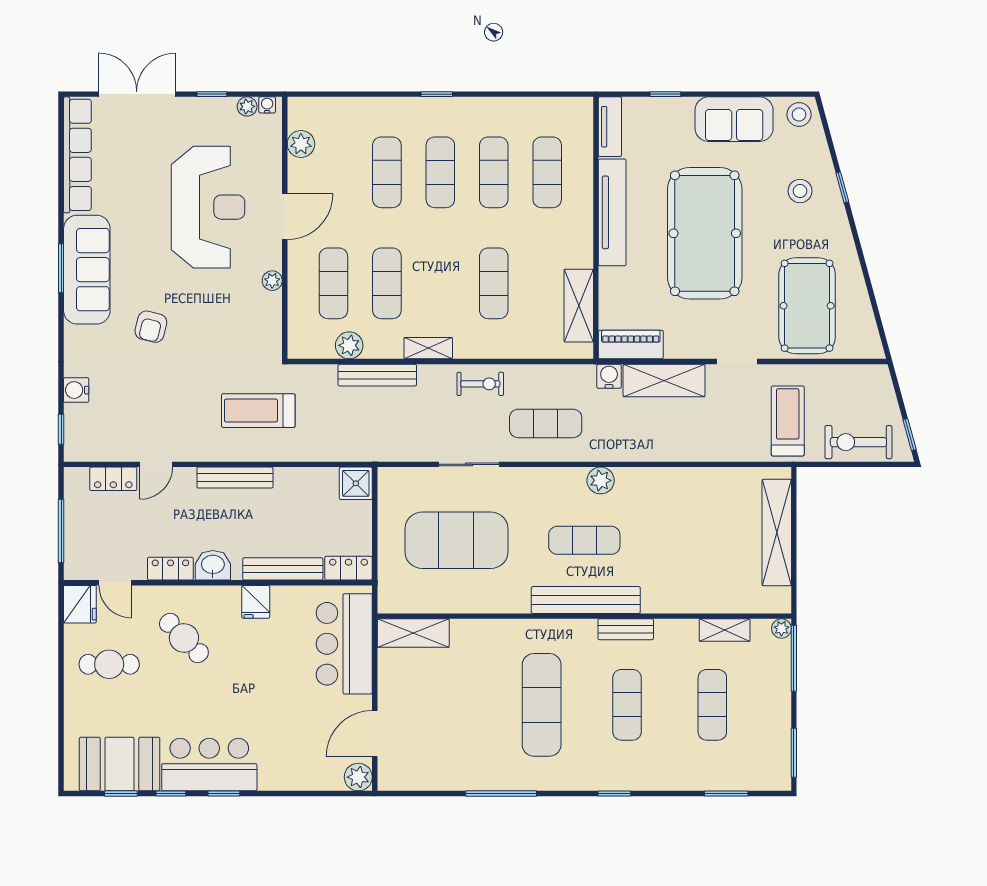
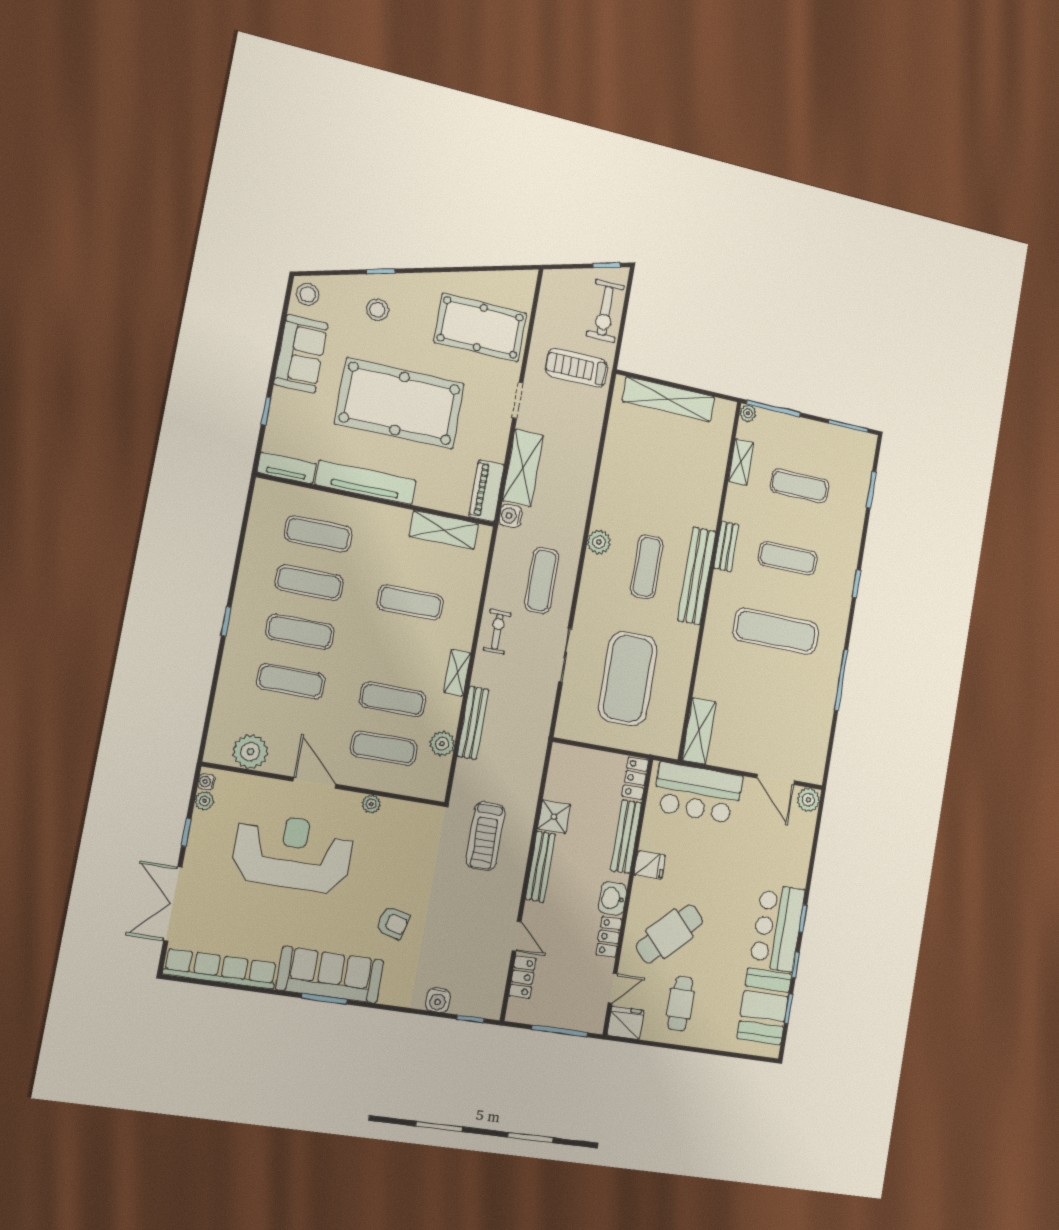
plant: (301, 144) -> (250, 752), width x1.36, depth x1.36
shower: (356, 483) -> (554, 817), moved
cafe table: (184, 638) -> (670, 934), width x1.37, depth x1.35

